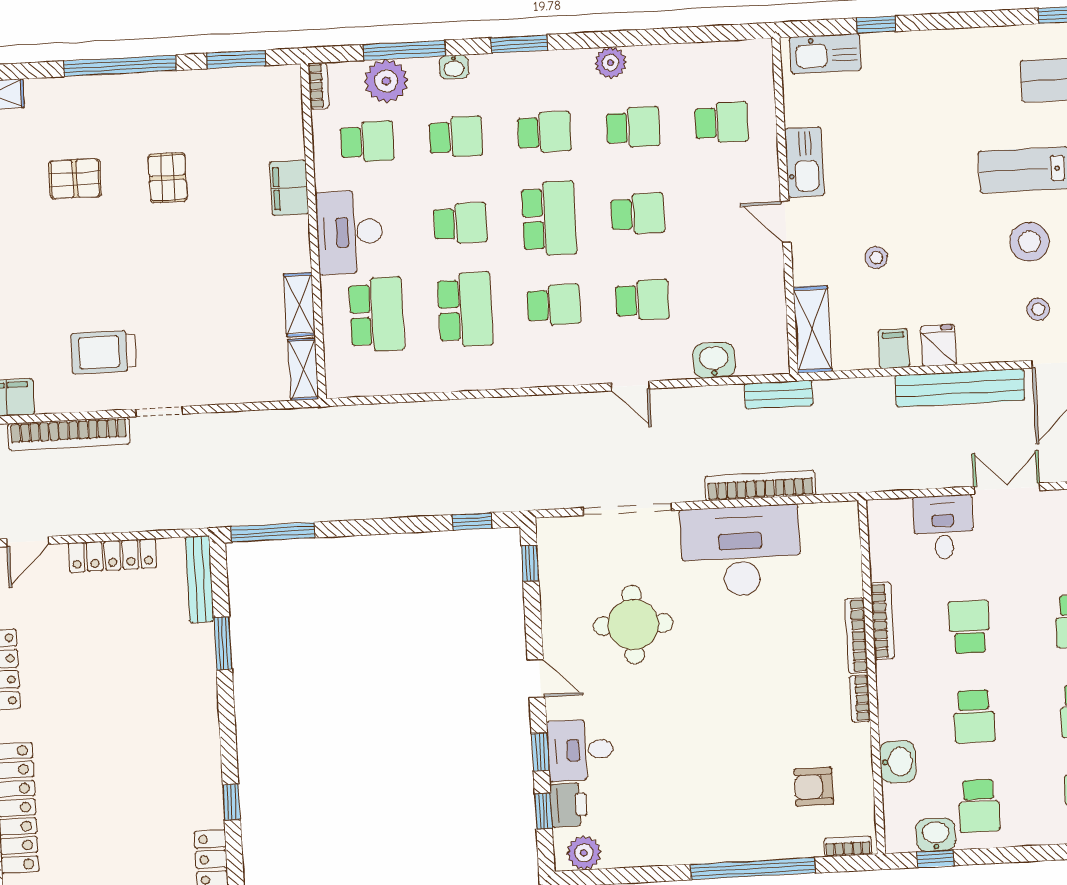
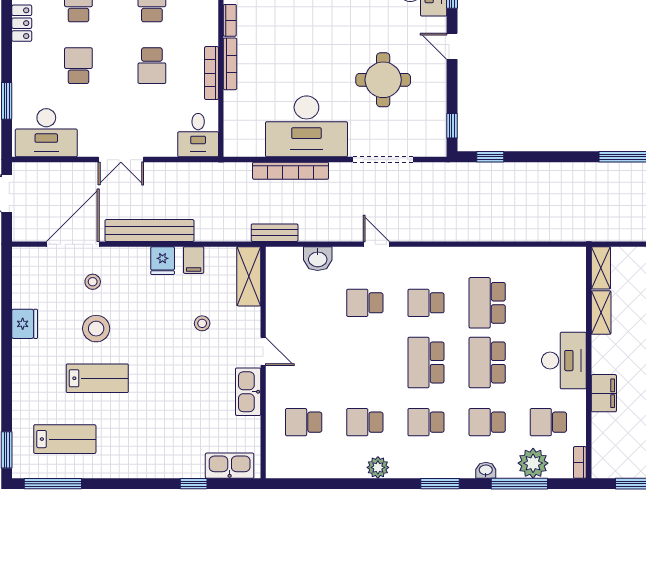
school desk: (638, 214) -> (365, 362), removed
school desk: (460, 223) -> (487, 362), width x1.85
school desk: (377, 314) -> (548, 303), removed
desk: (943, 527) -> (198, 135), moved

